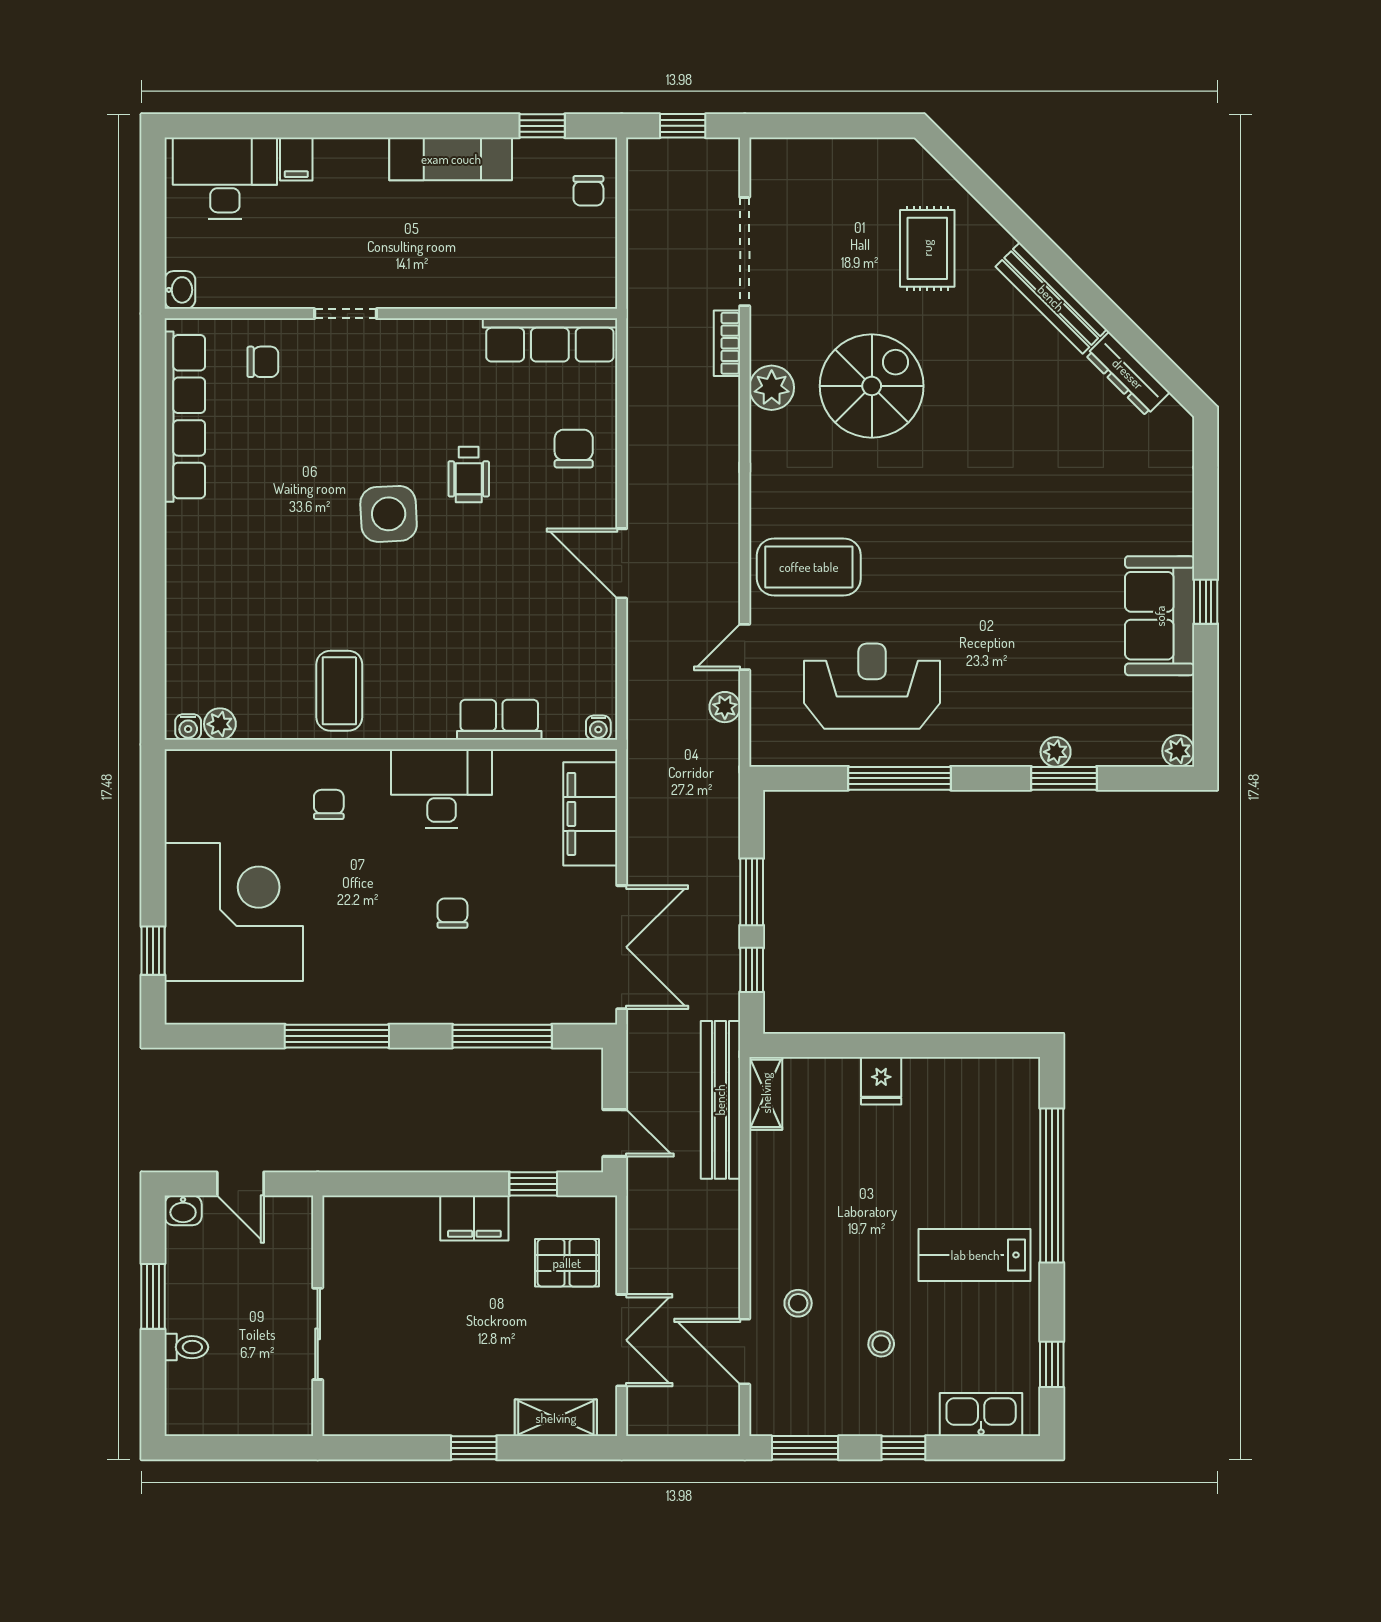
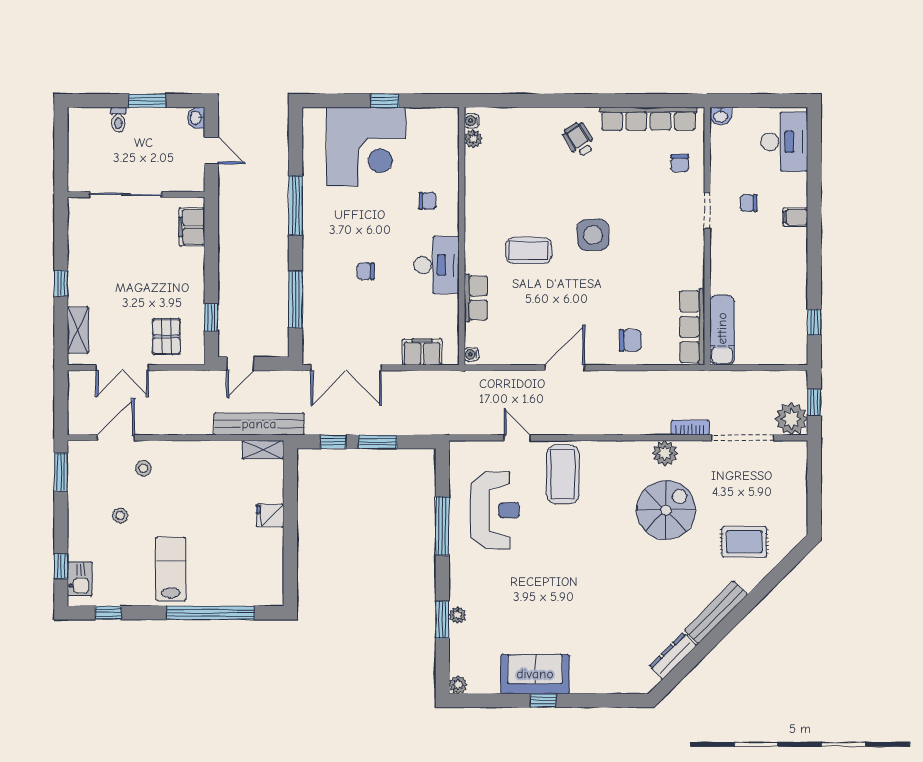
filing cabinet: (296, 159) -> (795, 217), moved
exam couch: (451, 159) -> (722, 330), moved, turned 180
chair: (588, 191) -> (749, 203), moved
spiral stairs: (872, 386) -> (666, 510), turned -90
wheelchair: (469, 474) -> (579, 139), moved, turned 58
coffee table: (339, 691) -> (529, 251), moved
plant: (725, 707) -> (791, 419), moved, width x1.88, depth x1.88
filing cabinet: (590, 814) -> (422, 352), width x0.67, depth x0.86
chair: (452, 913) -> (366, 271), turned 180
window: (153, 951) -> (385, 101), moved
door: (240, 1184) -> (211, 150), swing flipped
filing cabinet: (474, 1218) -> (192, 227), moved
sliding door: (318, 1334) -> (126, 194), width x1.37
kitchen sink: (981, 1415) -> (80, 579), width x0.73
window: (903, 1448) -> (61, 566), moved

